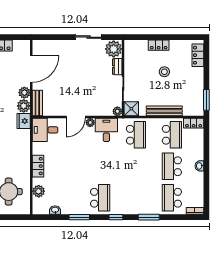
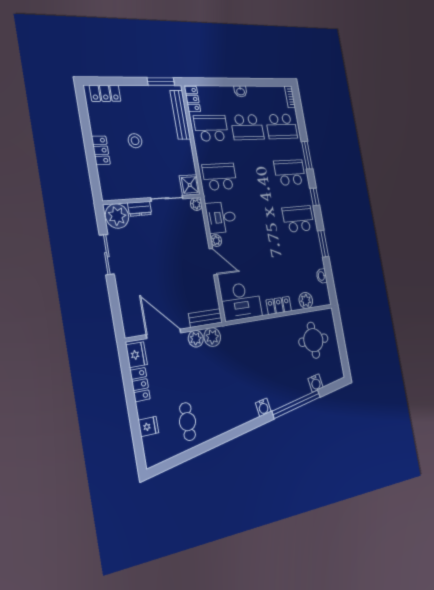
bench: (164, 111) -> (180, 115), moved
fridge: (24, 121) -> (136, 355), moved, turned -90
desk: (45, 130) -> (241, 301), width x1.37
school desk: (136, 198) -> (290, 172), added

